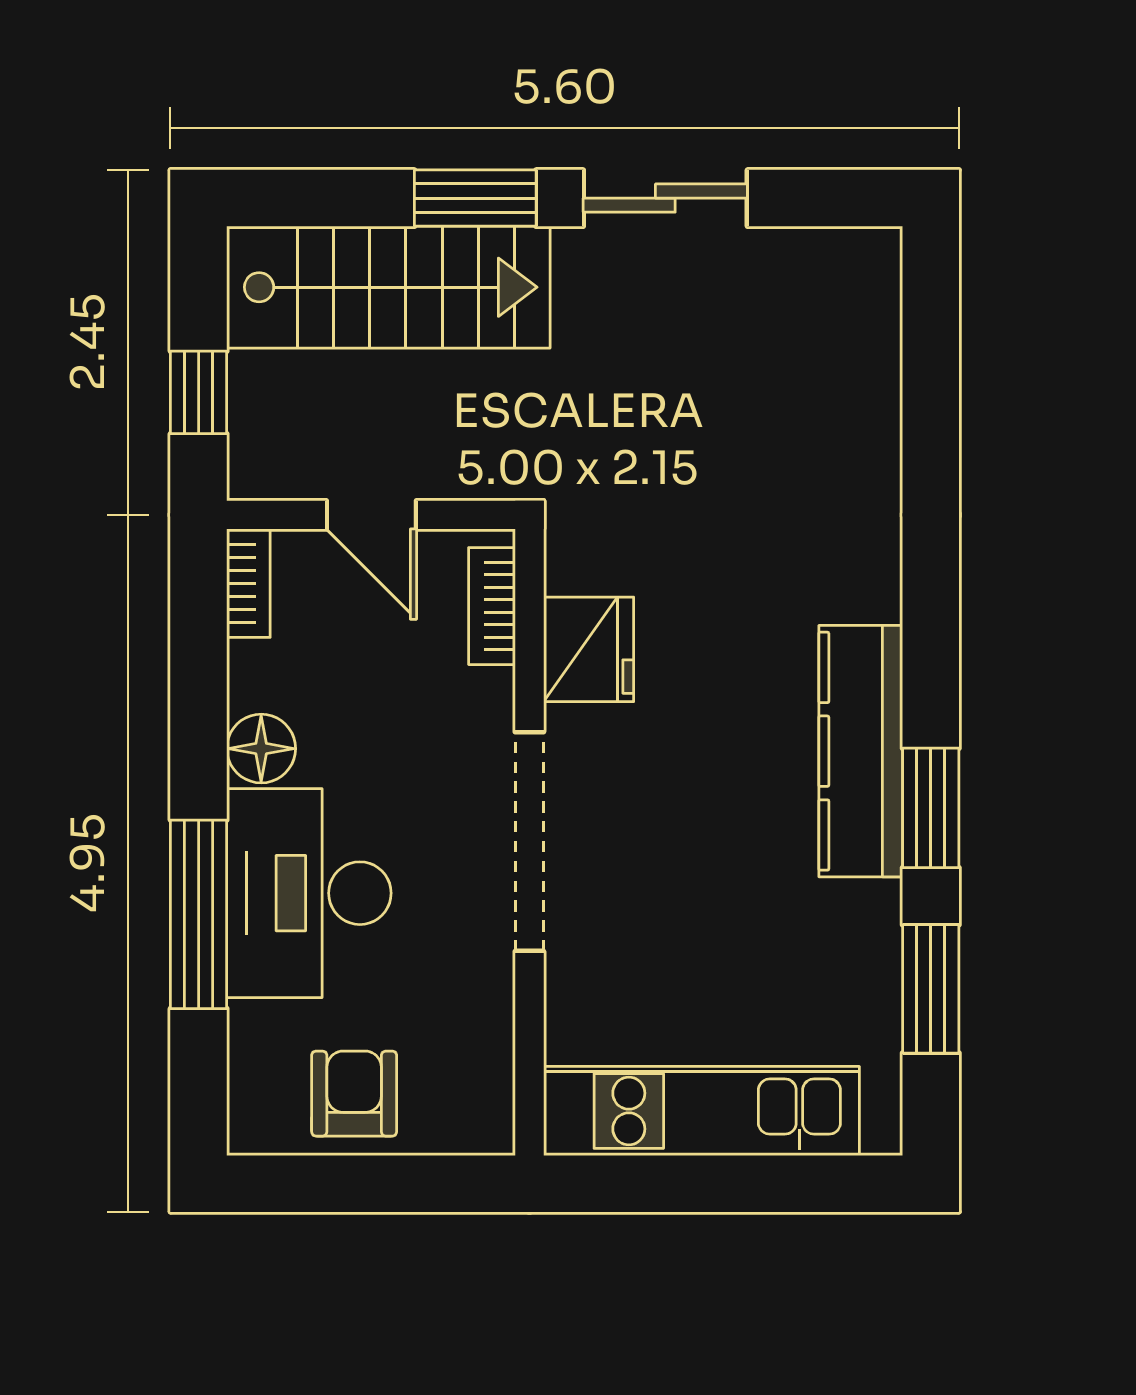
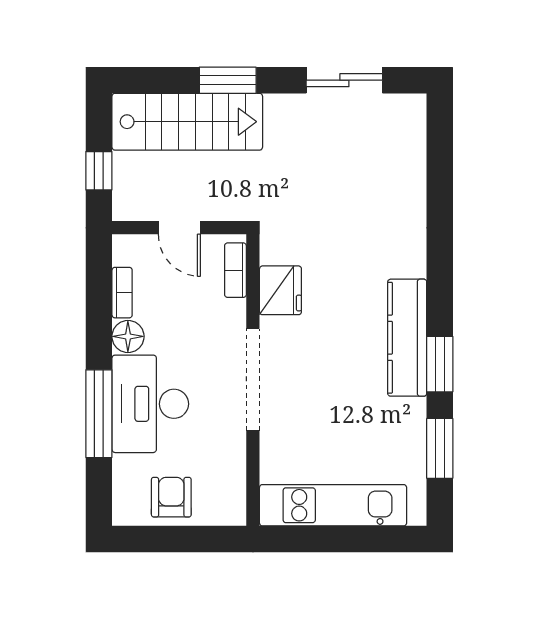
sliding door: (665, 198) -> (344, 80), moved
bookcase: (248, 583) -> (122, 293), moved

